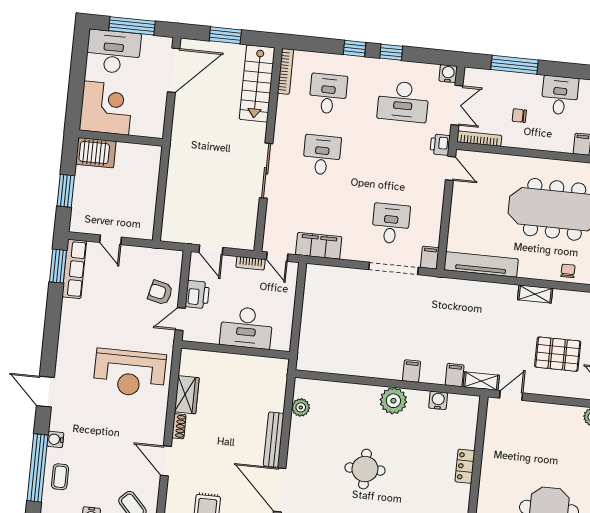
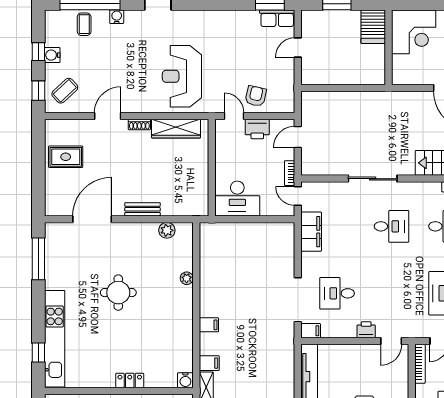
printer: (440, 145) -> (366, 330), moved
desk: (391, 224) -> (337, 293), turned 180
door: (277, 257) -> (298, 196), hinge flipped
row of seats: (74, 269) -> (277, 18), width x0.68
desk: (246, 327) -> (237, 199), moved, turned -90
wardrobe: (187, 395) -> (176, 129), width x1.50
water cooler: (438, 400) -> (185, 380), moved, turned 90
plant: (393, 401) -> (187, 278), moved, width x0.53, depth x0.53
bench: (274, 440) -> (142, 209), width x0.73
coffee table: (60, 477) -> (84, 24), turned 90

